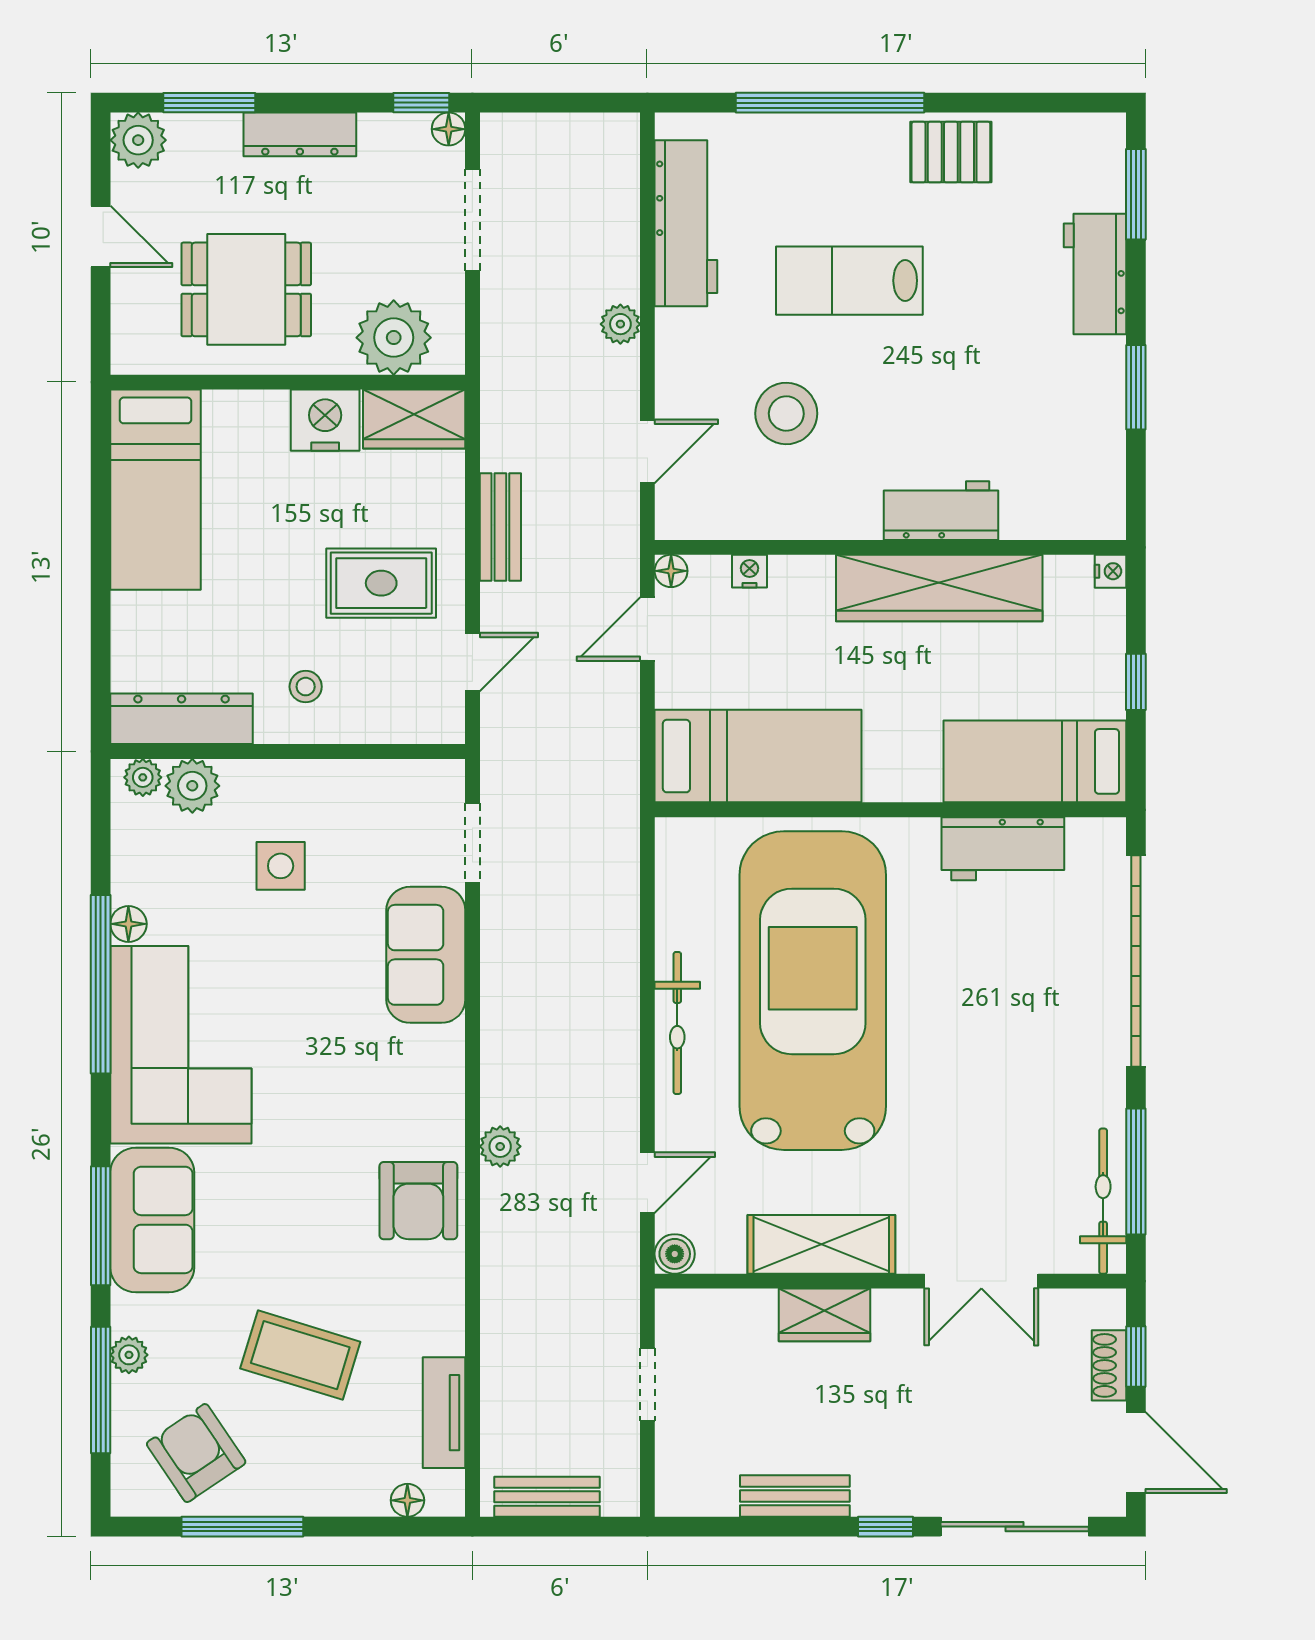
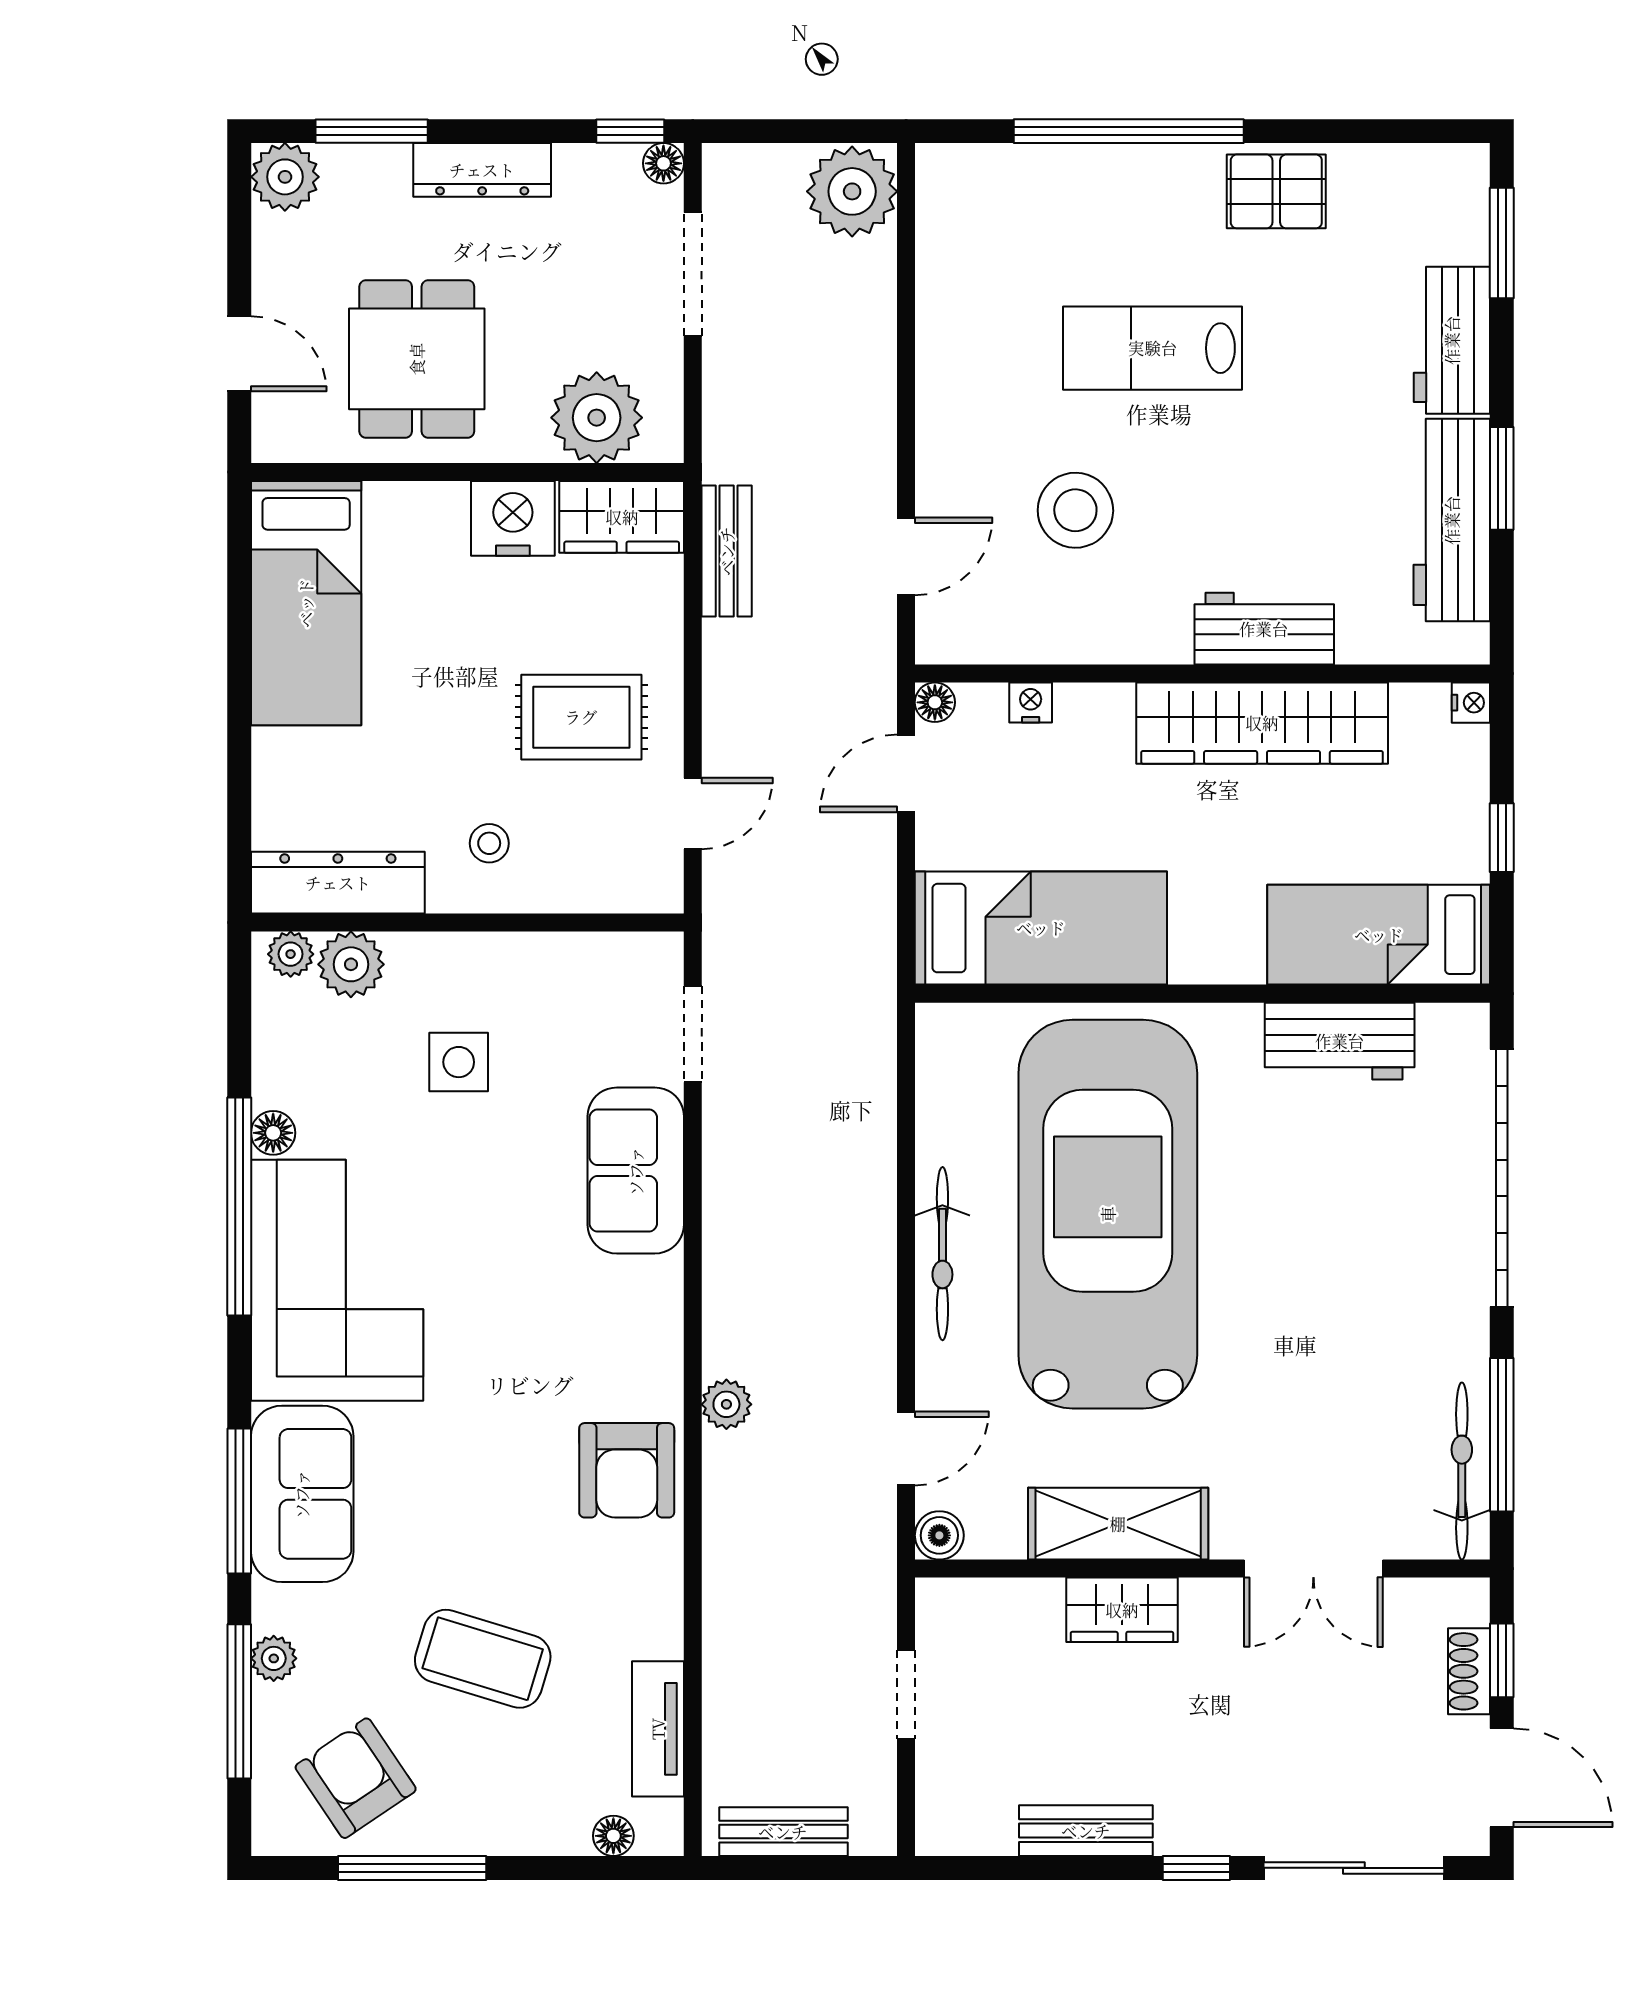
workbench: (686, 223) -> (1452, 520), moved, turned 180
door: (101, 236) -> (239, 354), moved
dining table: (246, 289) -> (417, 359), turned 90
plant: (620, 324) -> (852, 191), moved, width x1.87, depth x1.87
bench: (500, 527) -> (727, 551), moved

